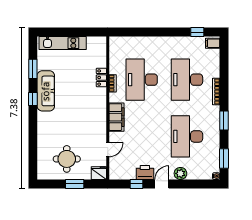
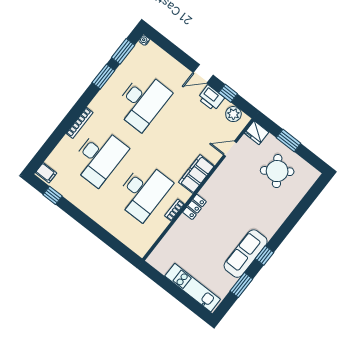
locker: (101, 78) -> (194, 207), moved
window: (224, 121) -> (103, 77), moved
round table: (67, 159) -> (277, 171), turned -35
plant: (180, 173) -> (233, 114), moved

